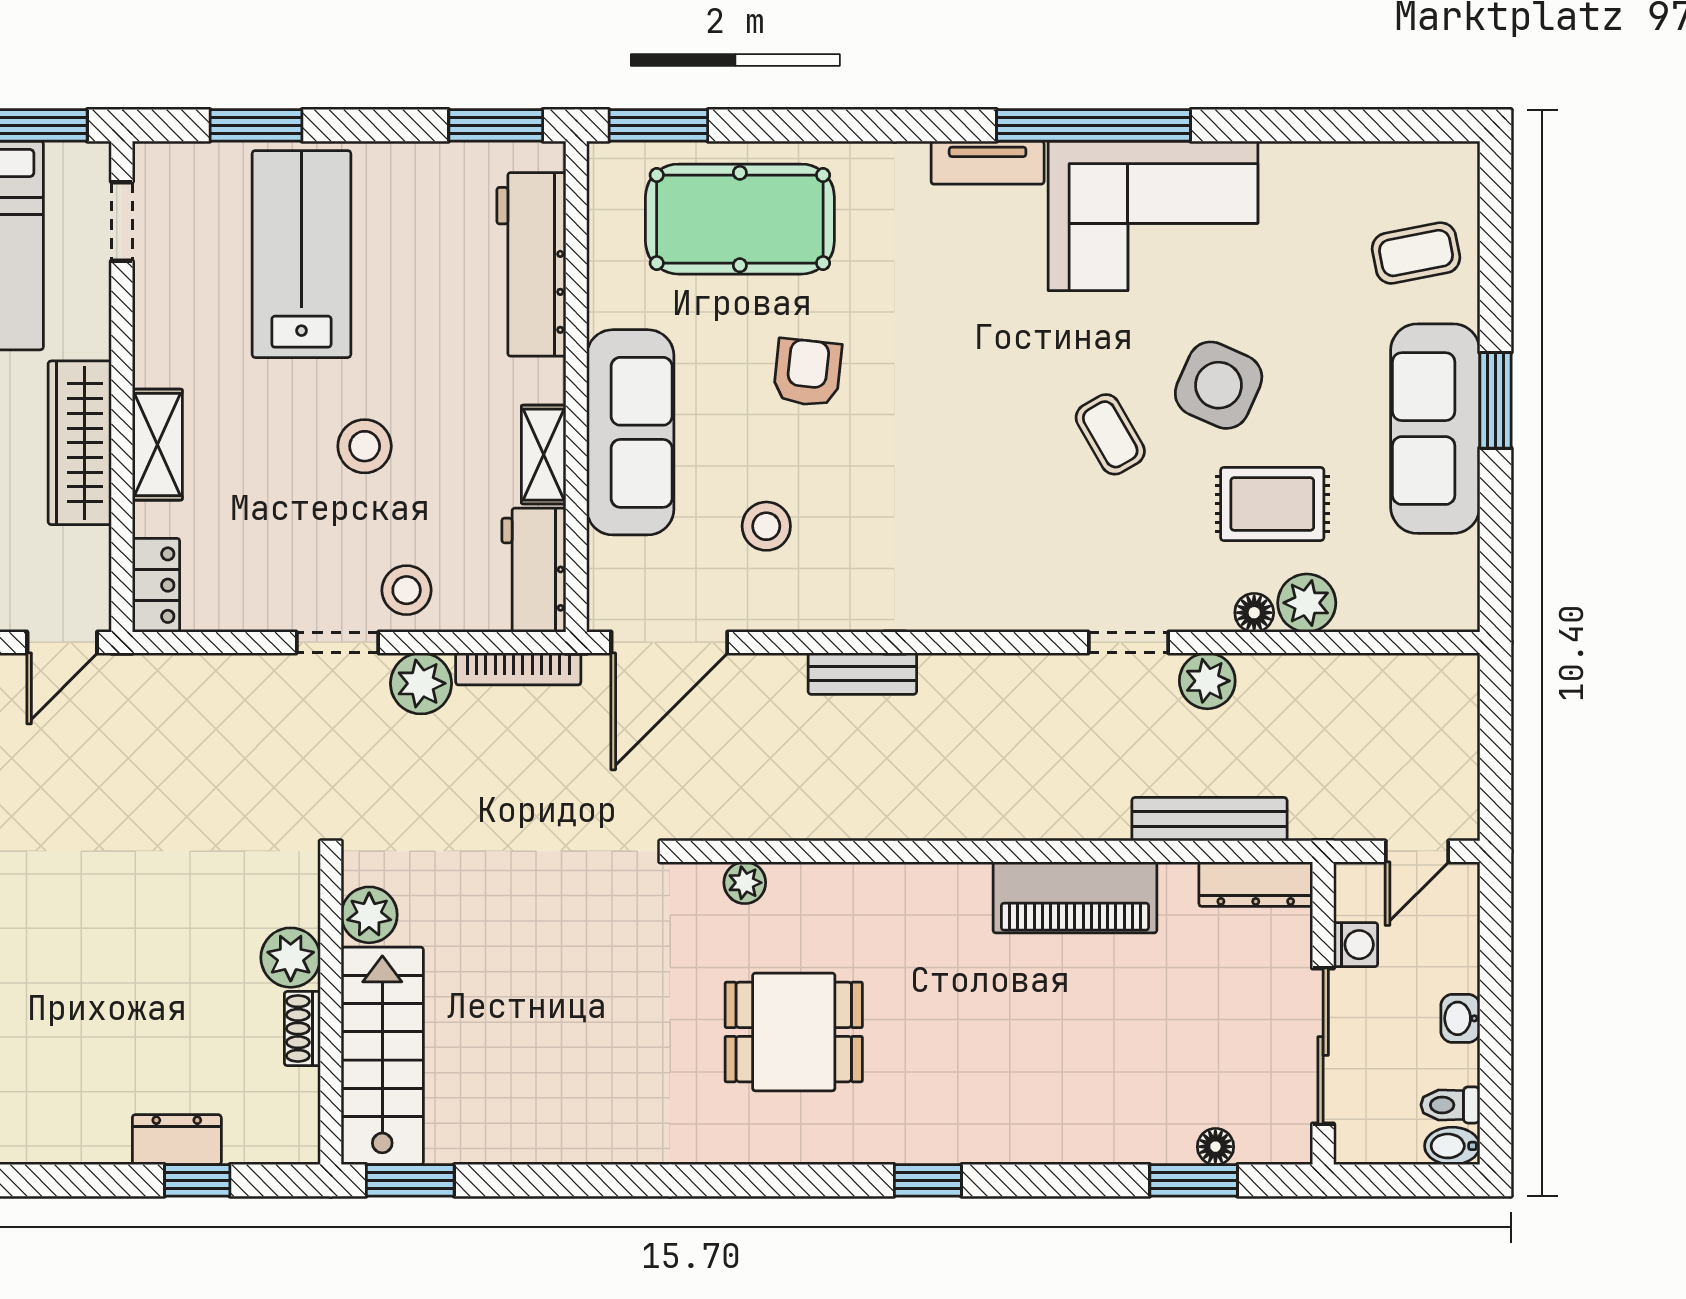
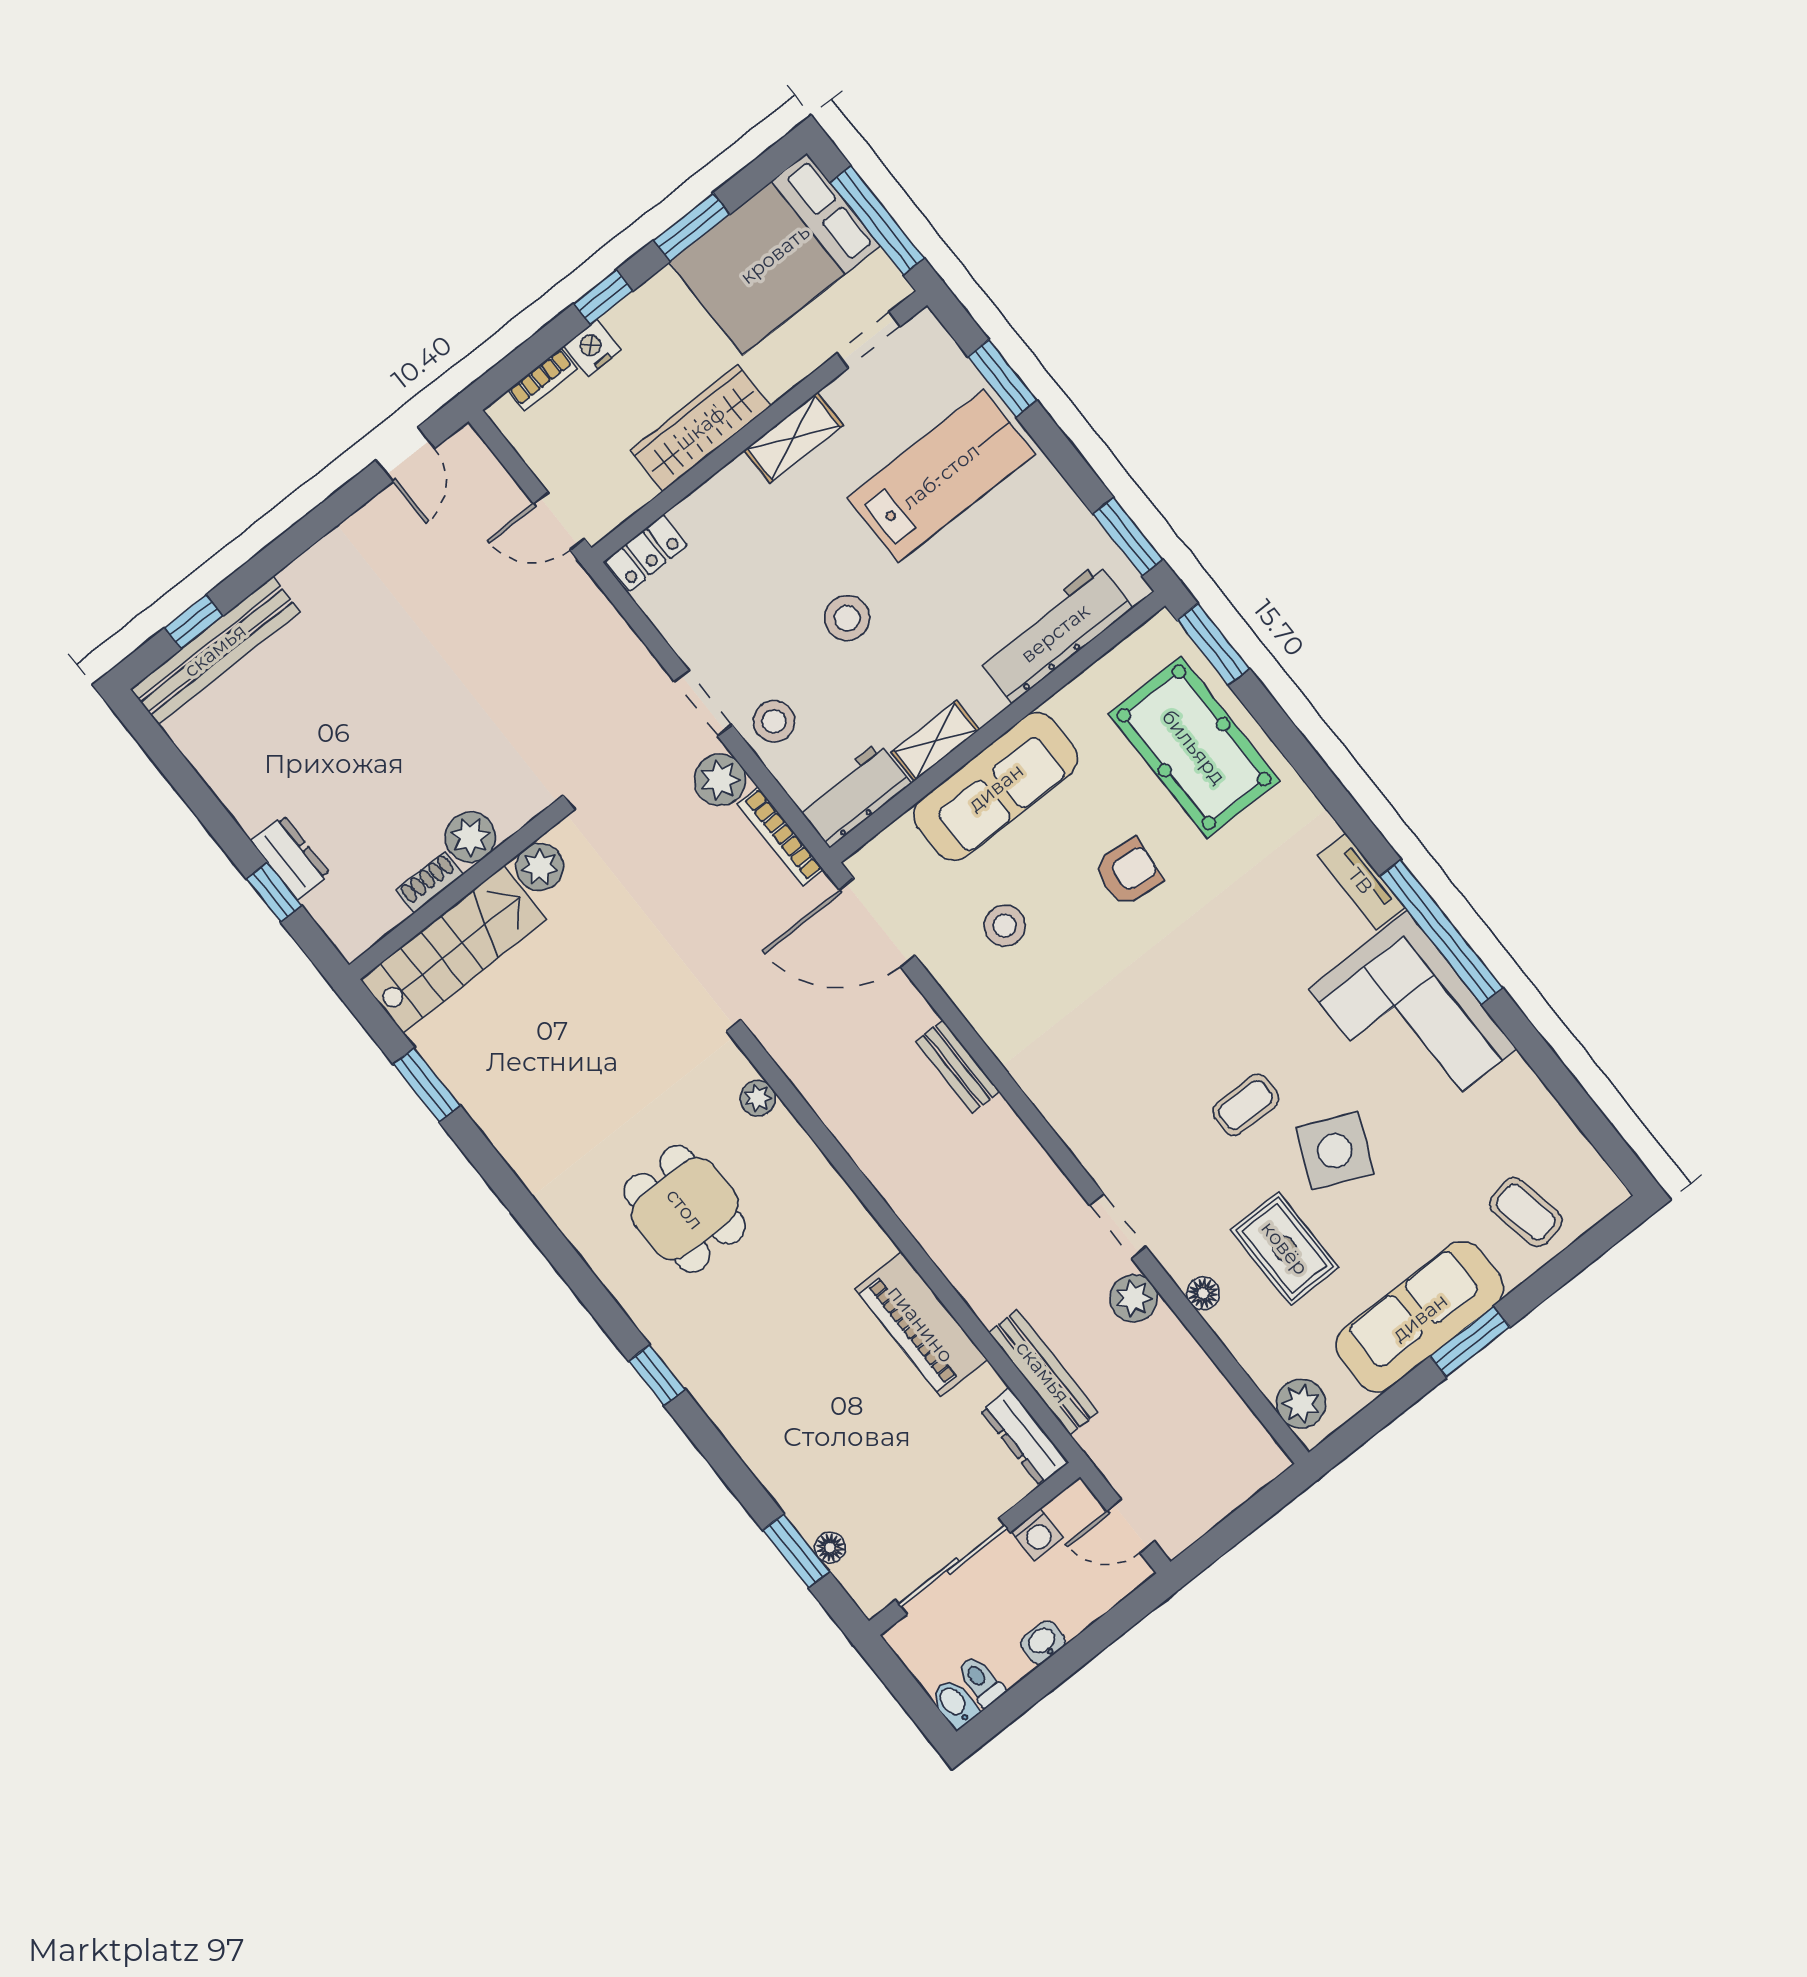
coffee table: (1110, 434) -> (1246, 1105), turned 30
shelving: (157, 445) -> (793, 438), moved
plant: (1307, 603) -> (1301, 1404), moved
window: (410, 1180) -> (427, 1085), moved

